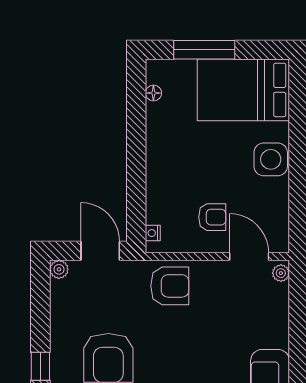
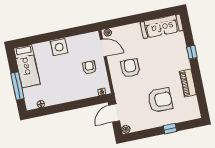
bed: (243, 90) -> (27, 66), width x0.67
door: (249, 256) -> (103, 48), swing flipped
armchair: (170, 286) -> (130, 68), moved

